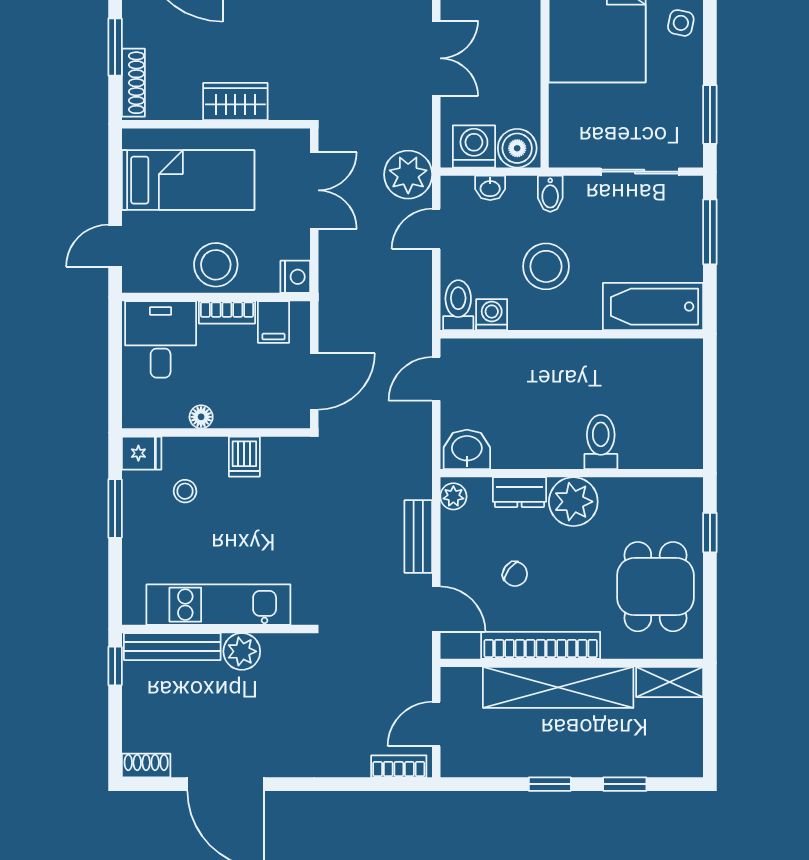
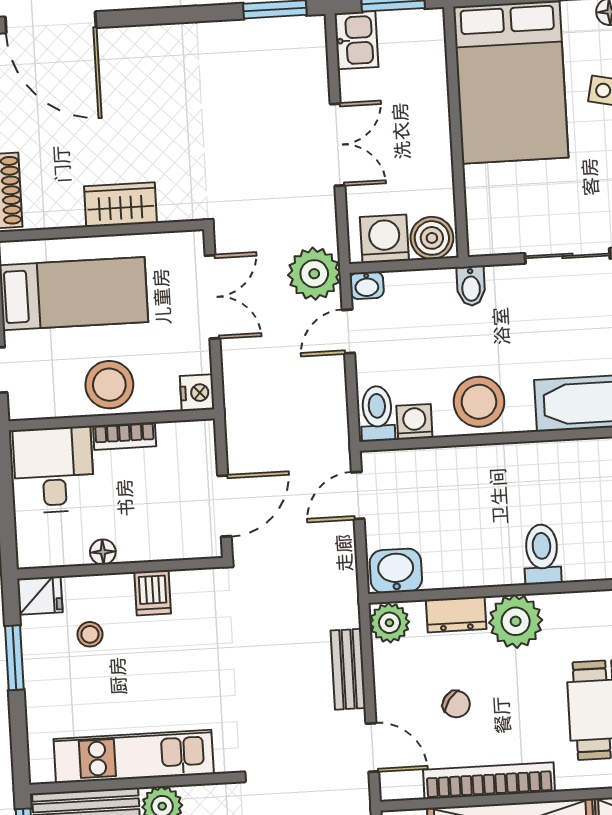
washbasin: (490, 188) -> (367, 285), moved
stool: (546, 266) -> (479, 402), moved
filing cabinet: (273, 322) -> (176, 444), removed
plant: (453, 496) -> (389, 623), width x1.38, depth x1.38

